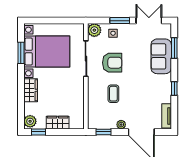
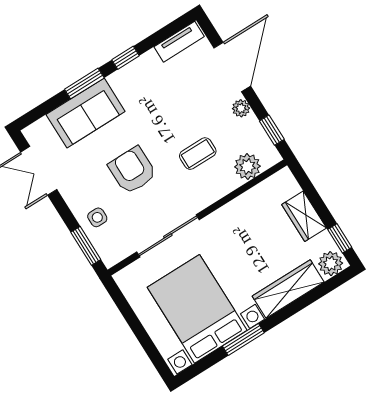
window: (120, 21) -> (86, 246), moved
plant: (94, 30) -> (247, 166), moved
window: (174, 48) -> (84, 84), moved
window: (21, 53) -> (243, 339), moved
armchair: (112, 63) -> (132, 170), moved
wardrobe: (31, 90) -> (288, 289), width x1.50

